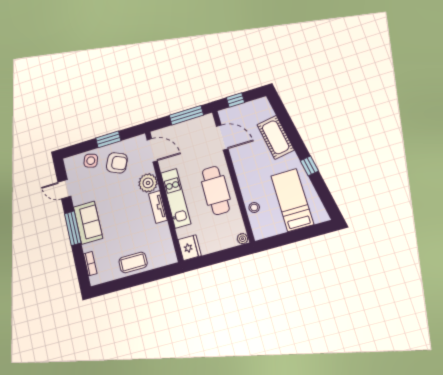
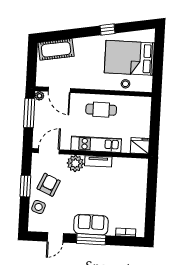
window: (235, 100) -> (32, 68), removed
door: (222, 137) -> (59, 90), swing flipped
cot: (276, 137) -> (56, 49), moved
cafe table: (216, 190) -> (101, 110), width x0.73, depth x0.74
bed: (292, 200) -> (129, 58), width x1.50
plant: (243, 239) -> (39, 96), moved
coffee table: (133, 262) -> (136, 196), removed

